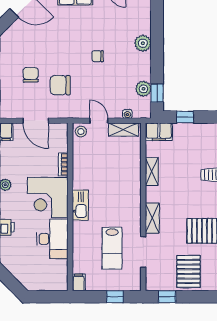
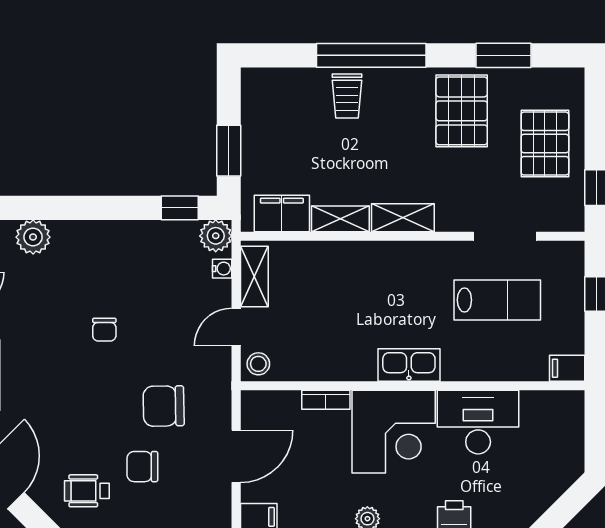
plant: (143, 43) -> (33, 237), moved
wheelchair: (19, 48) -> (87, 491), added
chair: (60, 85) -> (164, 406), turned 89
plant: (143, 89) -> (216, 236), moved
window: (185, 117) -> (229, 151), width x1.50
filing cabinet: (159, 132) -> (282, 213), moved, turned -90
shelving: (152, 218) -> (403, 218), moved
pallet: (189, 272) -> (545, 144), turned 90

